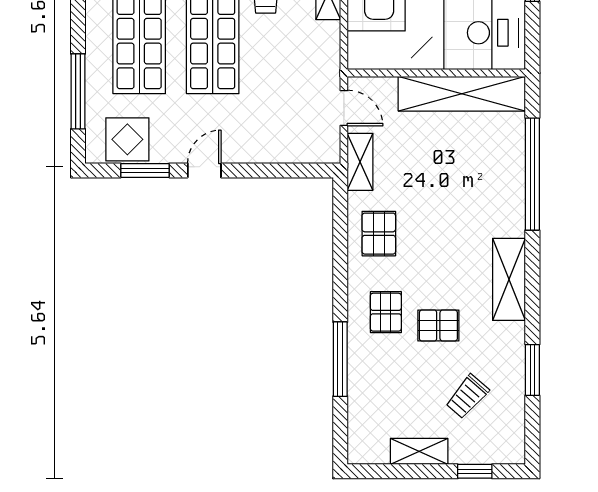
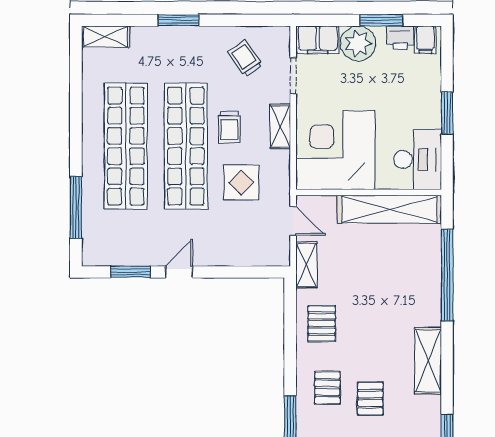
display table: (127, 139) -> (241, 182), moved
pallet: (438, 326) -> (370, 399), turned 90

